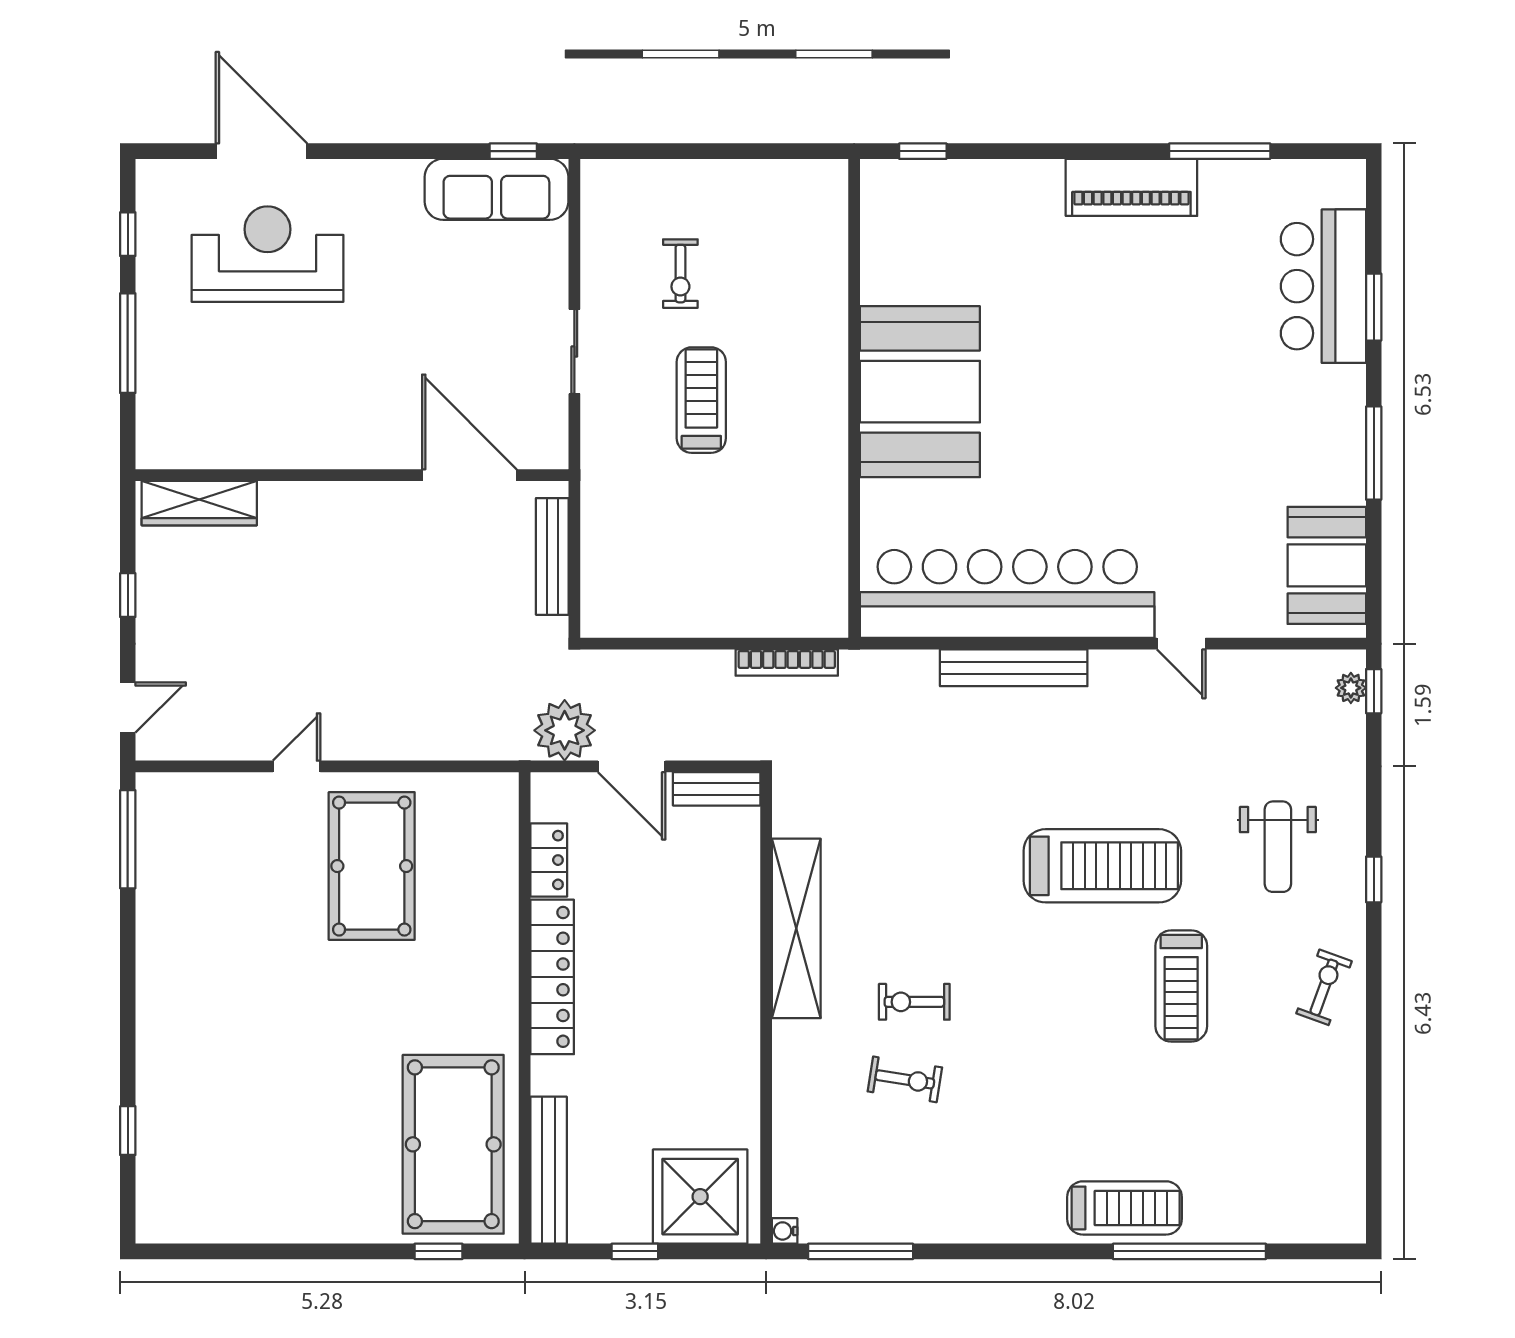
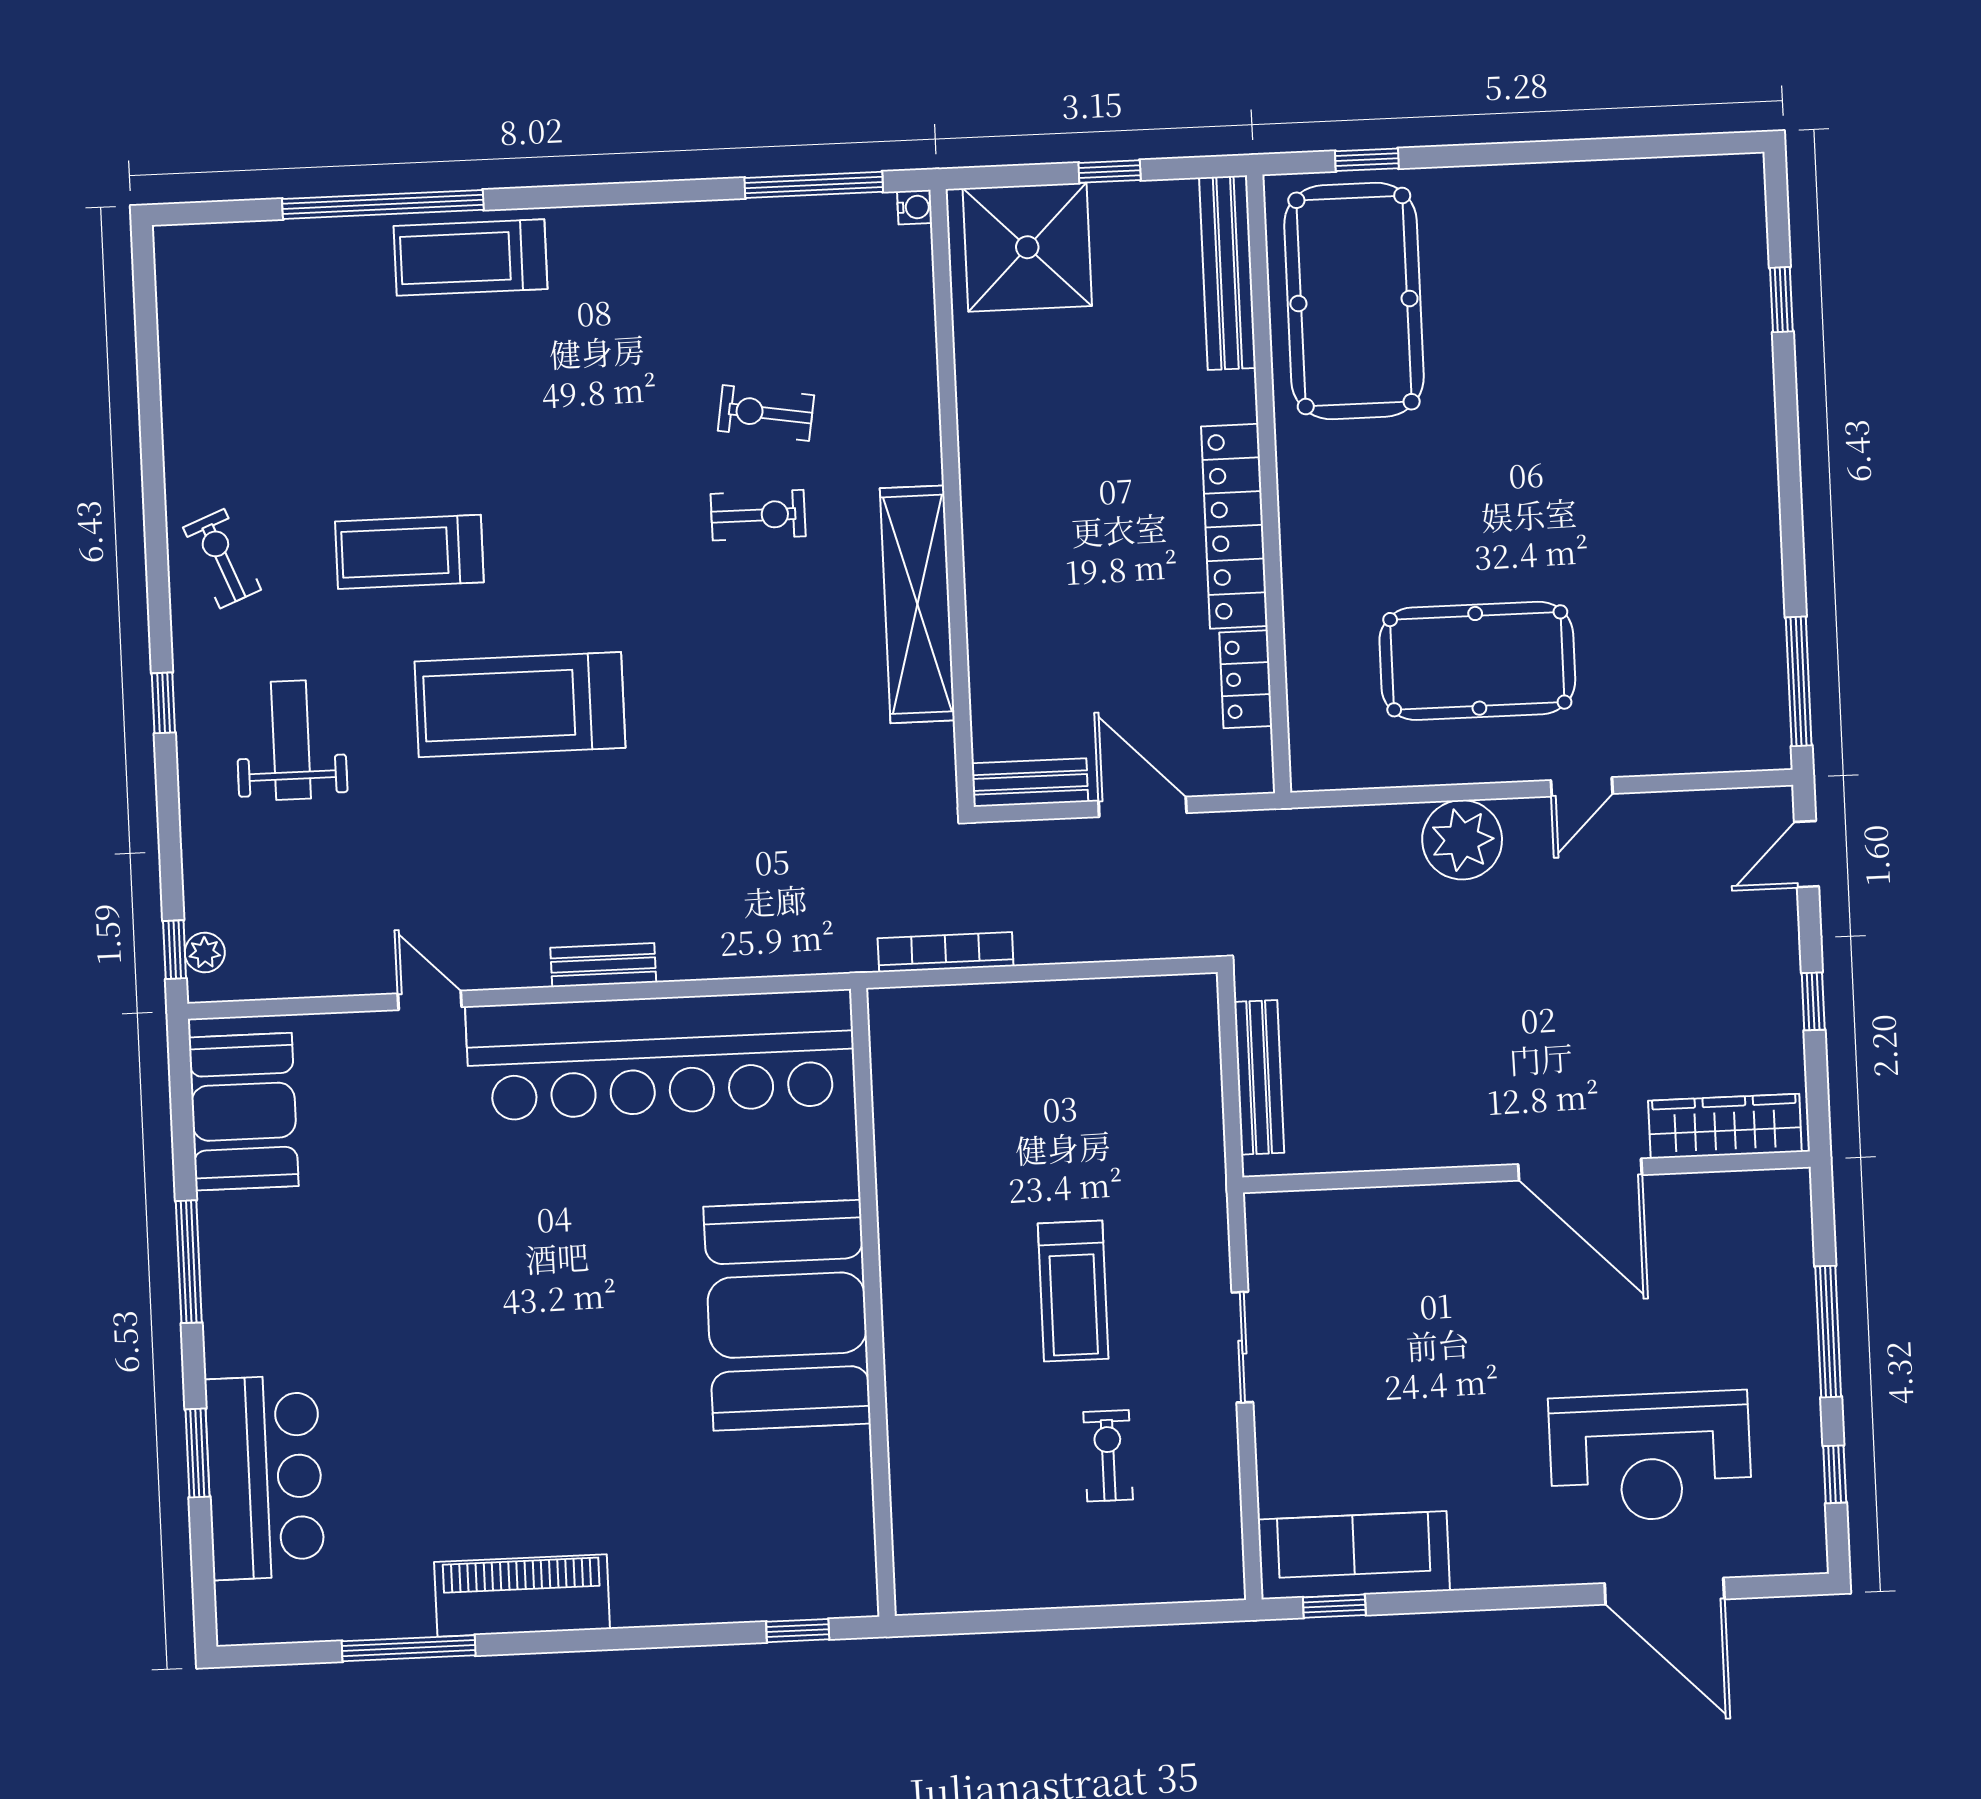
door: (469, 475) -> (1580, 1170), moved
bench: (1014, 668) -> (603, 965), width x0.54, depth x0.82
plant: (565, 730) -> (1462, 840), moved
pool table: (372, 866) -> (1477, 661), turned 90
treadmill: (1181, 986) -> (409, 552), turned -90
exercise bike: (1324, 987) -> (222, 559), turned 138

